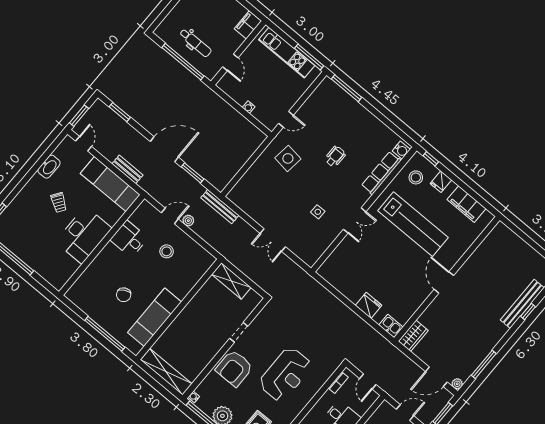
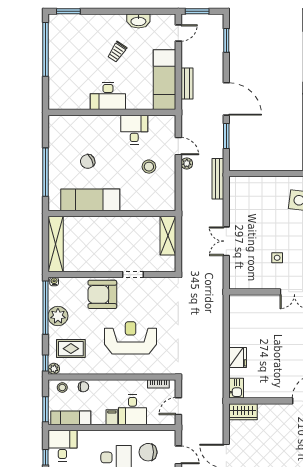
desk: (84, 235) -> (108, 96), width x0.73, depth x0.77
reception desk: (285, 374) -> (131, 338), turned 180

